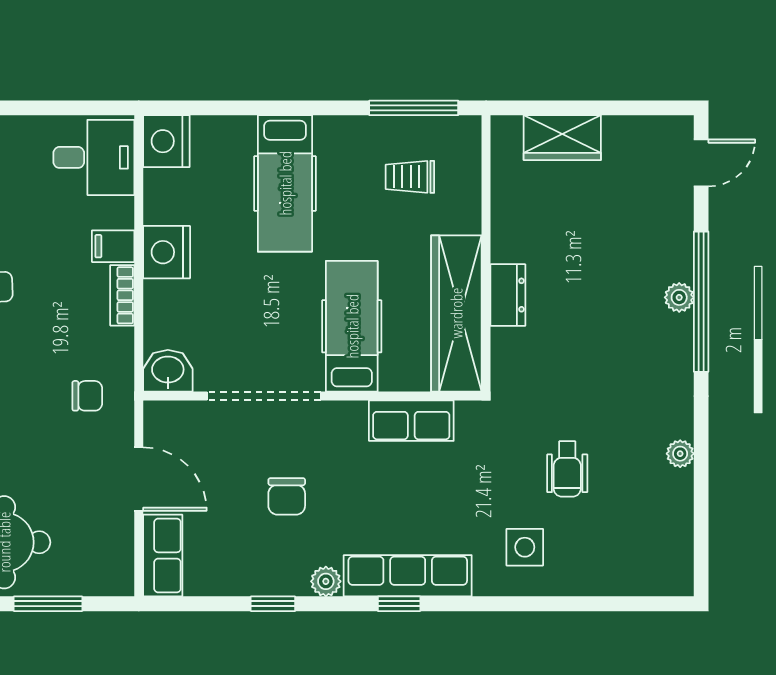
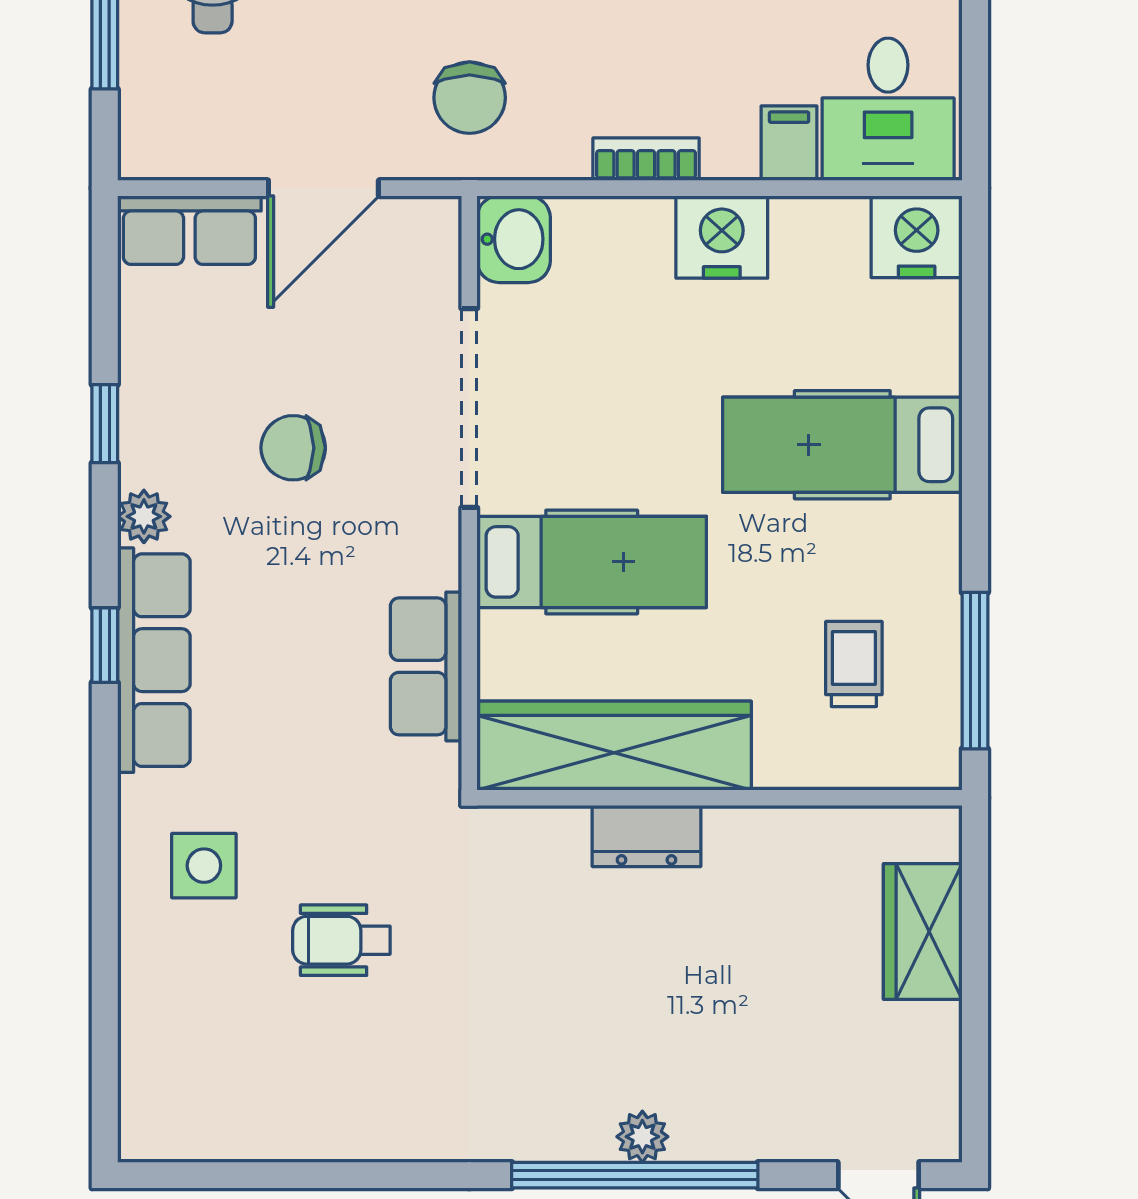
filing cabinet: (113, 246) -> (789, 143), moved
chair: (87, 396) -> (470, 98), width x1.37, depth x1.37
plant: (680, 454) -> (368, 1138), removed

